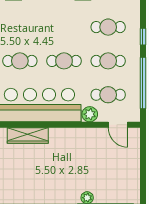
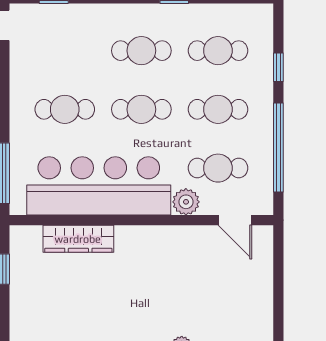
cafe table: (64, 27) -> (141, 51), added

